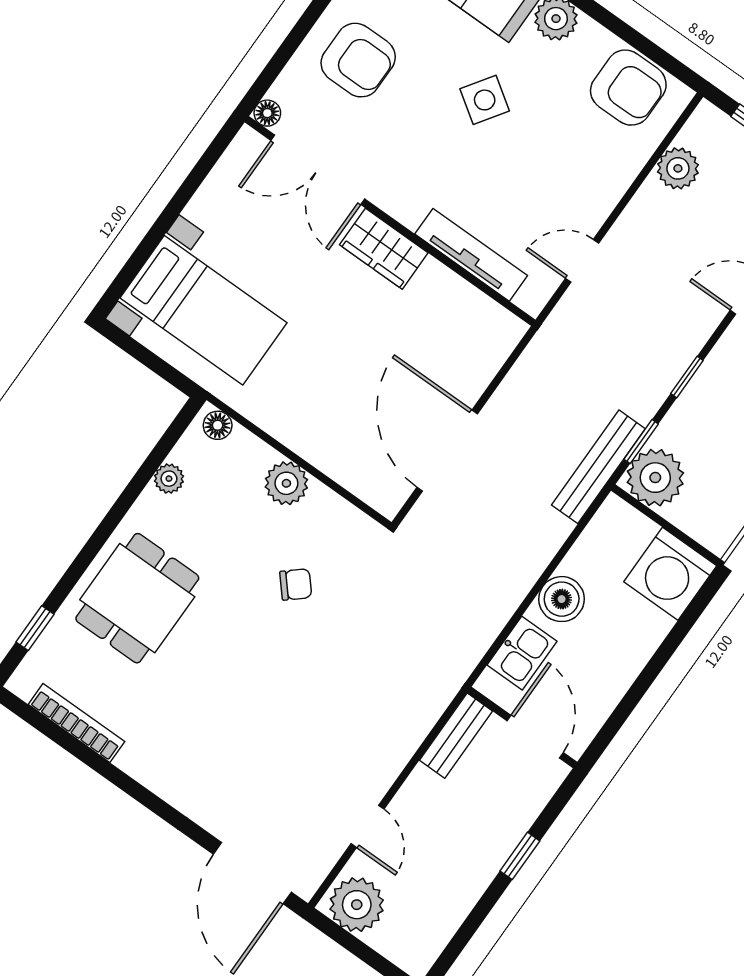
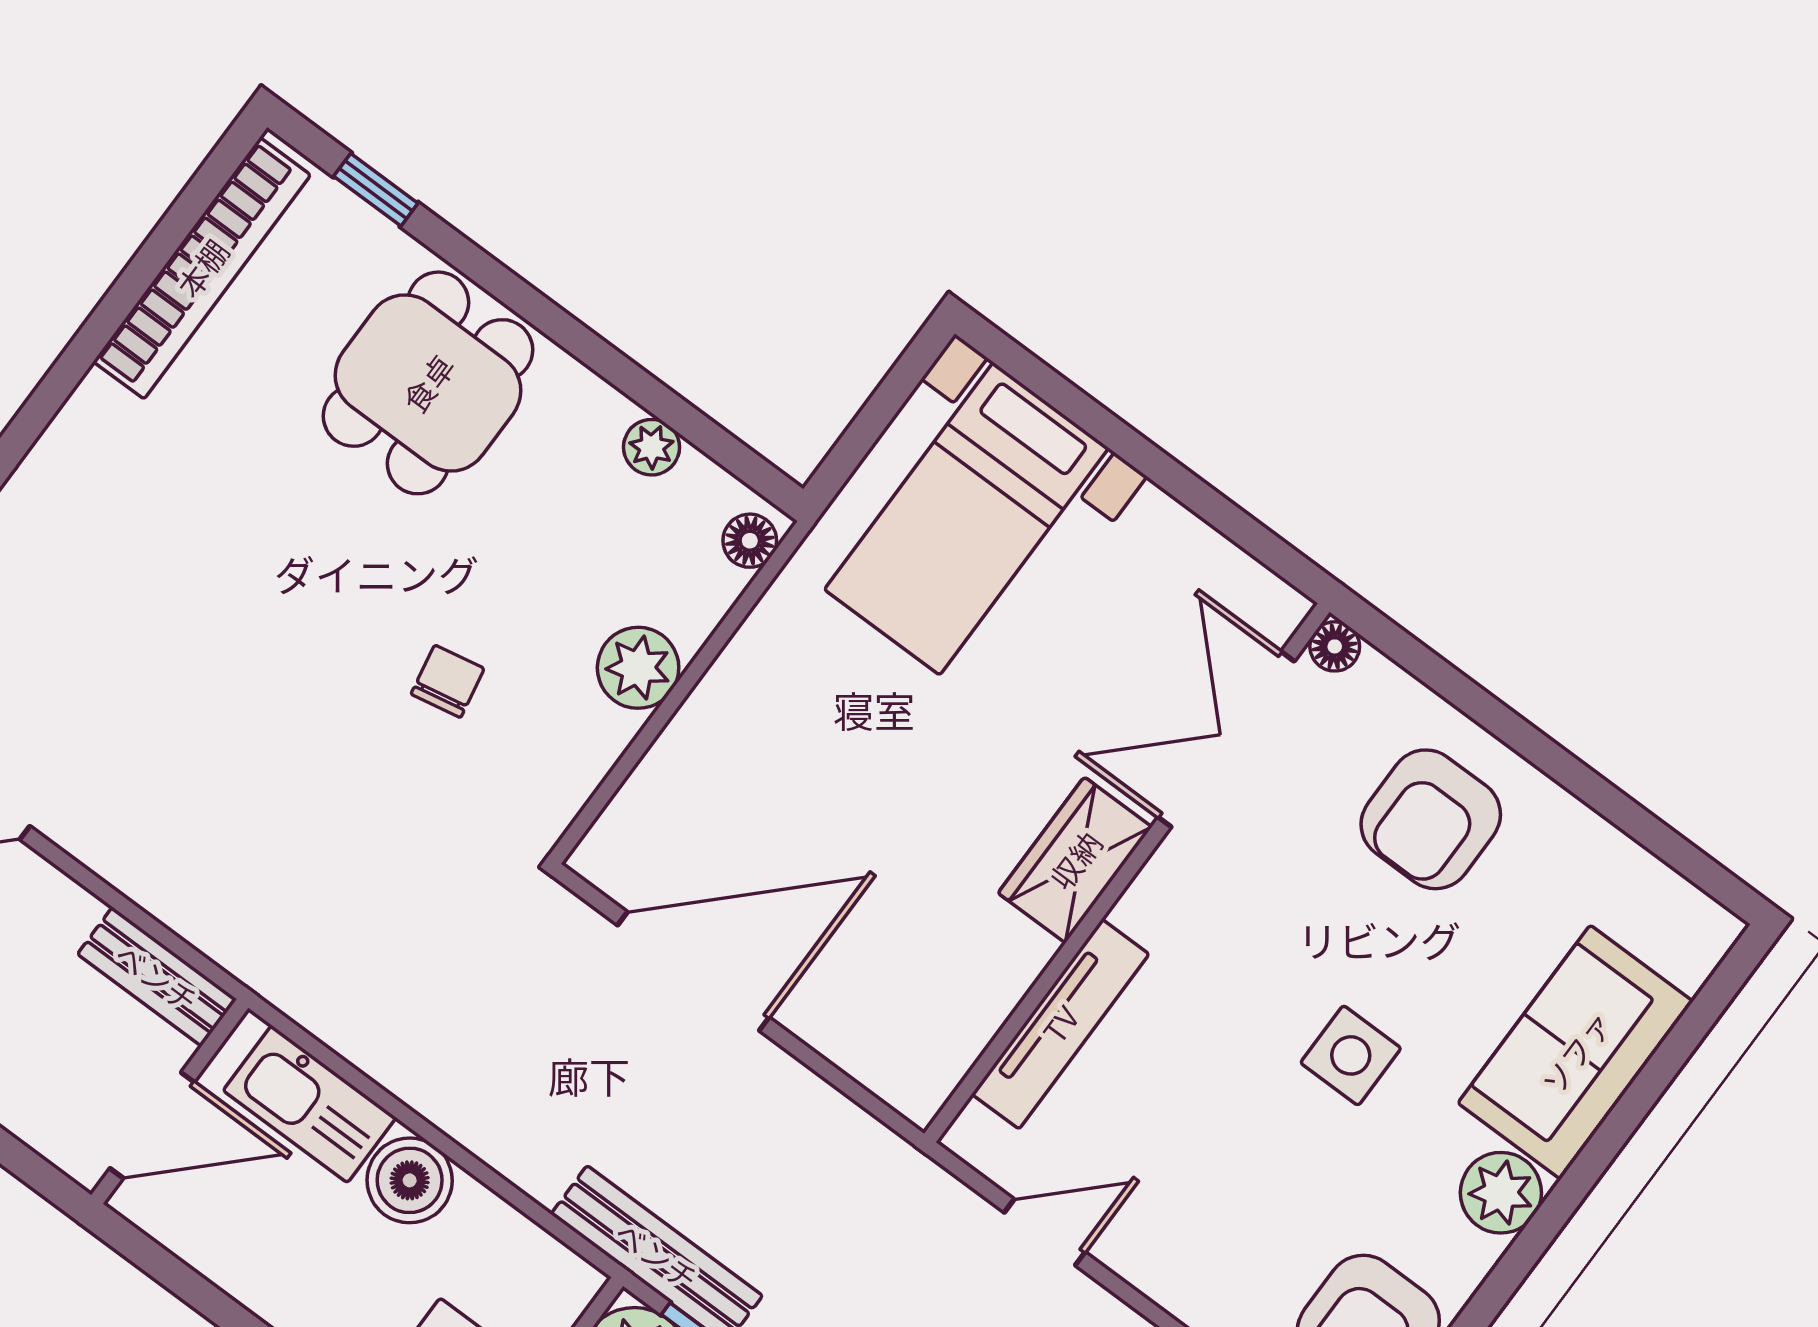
side table: (485, 100) -> (1351, 1055), turned -34
door: (582, 261) -> (1045, 1232), hinge flipped
chair: (296, 584) -> (448, 681), turned -150
dining table: (137, 598) -> (428, 383), turned 90
kitchen sink: (522, 653) -> (310, 1104), width x1.38
bookcase: (76, 723) -> (202, 268), width x1.48, depth x1.31

